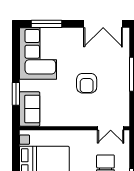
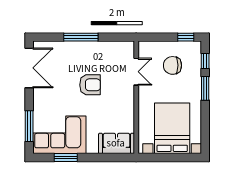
window: (16, 94) -> (66, 157), moved
double door: (111, 128) -> (136, 72), moved

